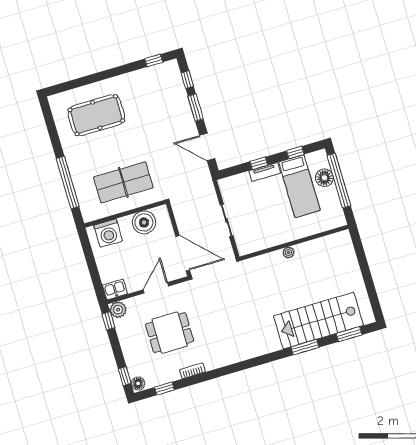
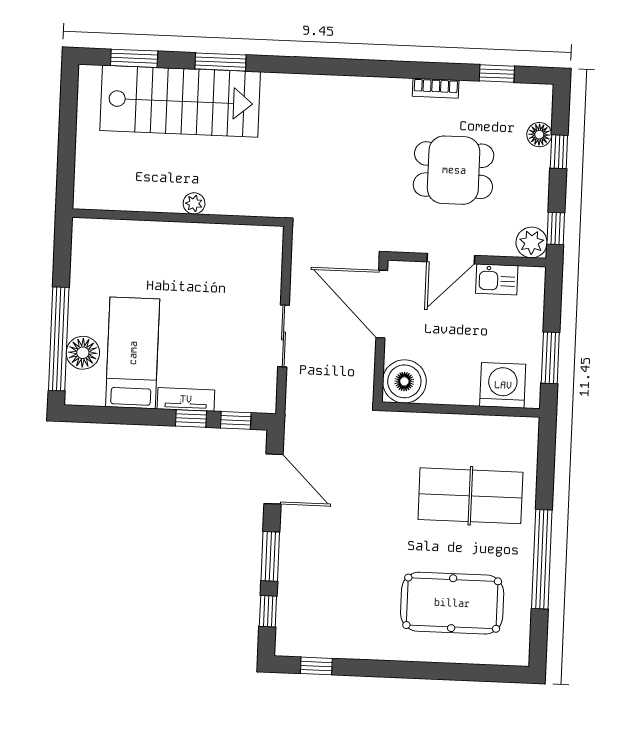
window: (295, 152) -> (236, 420), moved
table tennis table: (123, 182) -> (470, 496), moved
window: (68, 183) -> (542, 559), moved
boiler: (144, 222) -> (404, 381), moved
wall: (294, 243) -> (178, 218), moved
plant: (288, 253) -> (194, 203), moved
window: (89, 255) -> (550, 358), added
kitchen sink: (115, 289) -> (497, 279), moved
window: (125, 376) -> (559, 152), moved
floor lamp: (138, 383) -> (539, 135), moved

